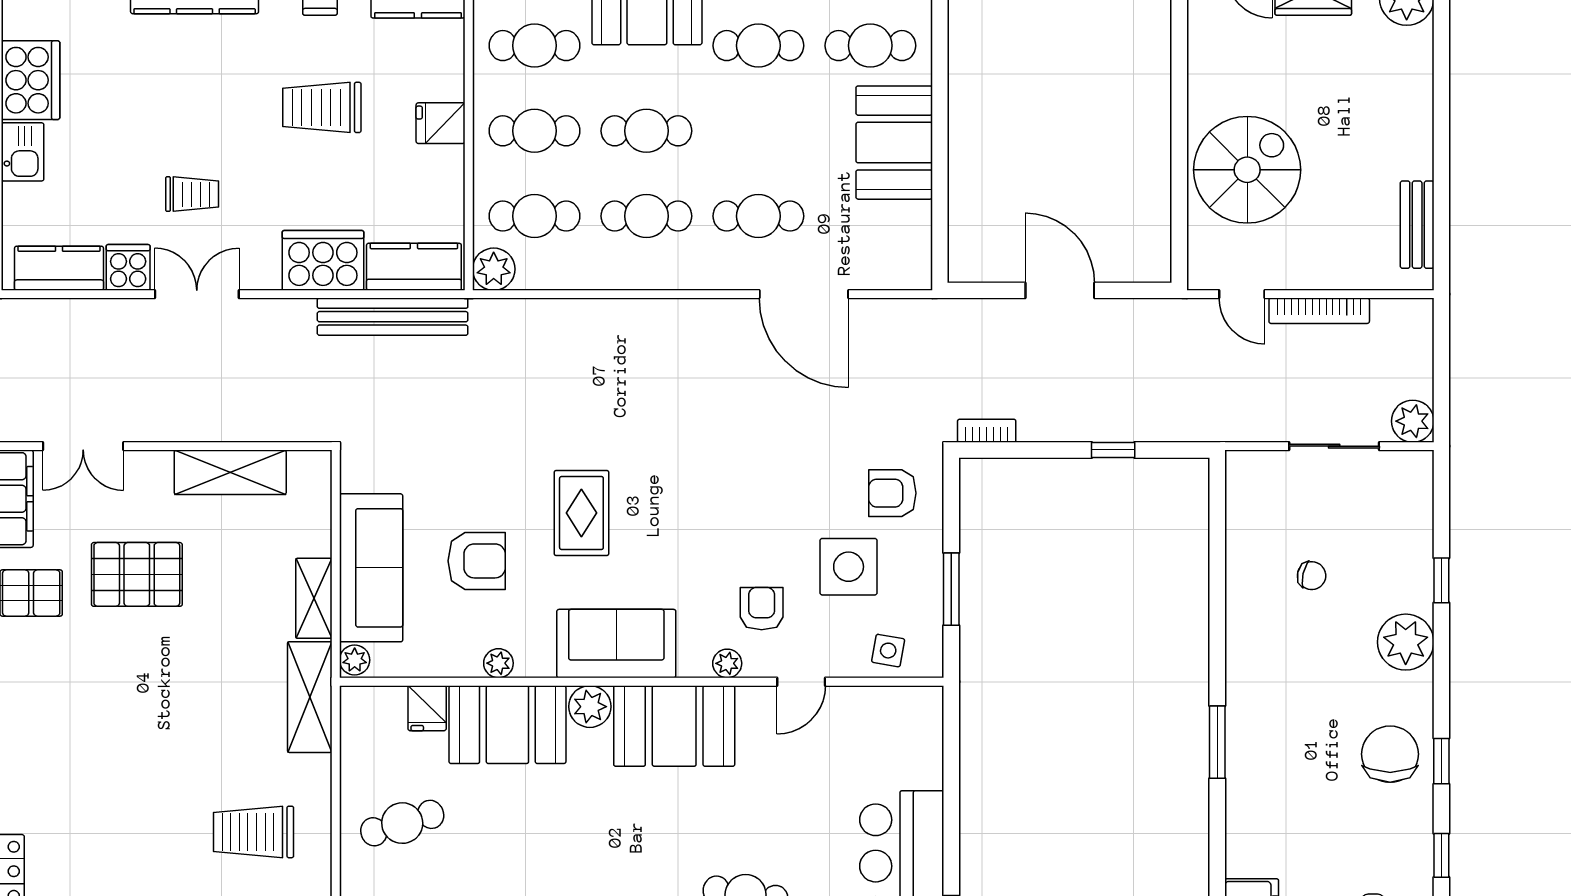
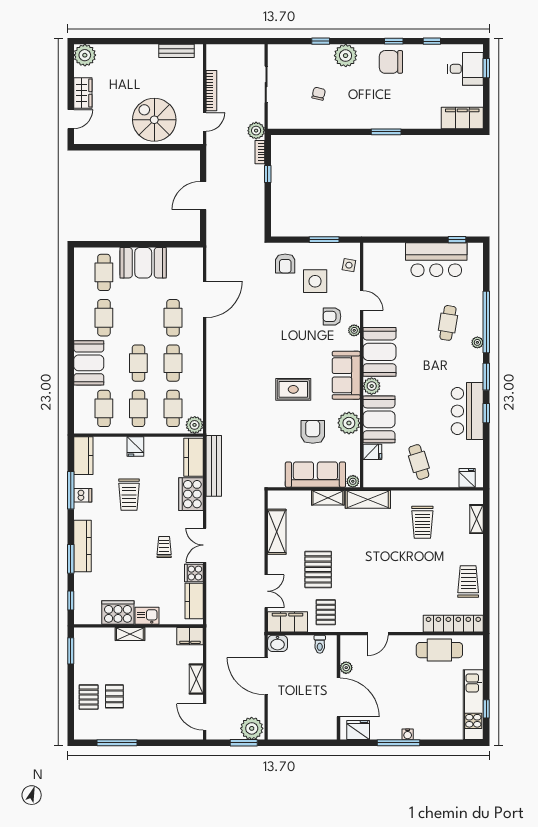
plant: (1413, 421) -> (256, 131), moved
bookcase: (987, 431) -> (260, 152), moved
plant: (498, 663) -> (349, 423), width x1.87, depth x1.87

